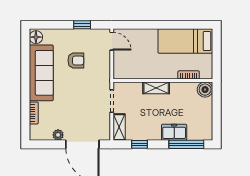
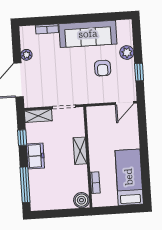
plant: (62, 36) -> (127, 53), added
floor lamp: (36, 37) -> (124, 26), removed
freezer: (174, 132) -> (35, 156), moved

